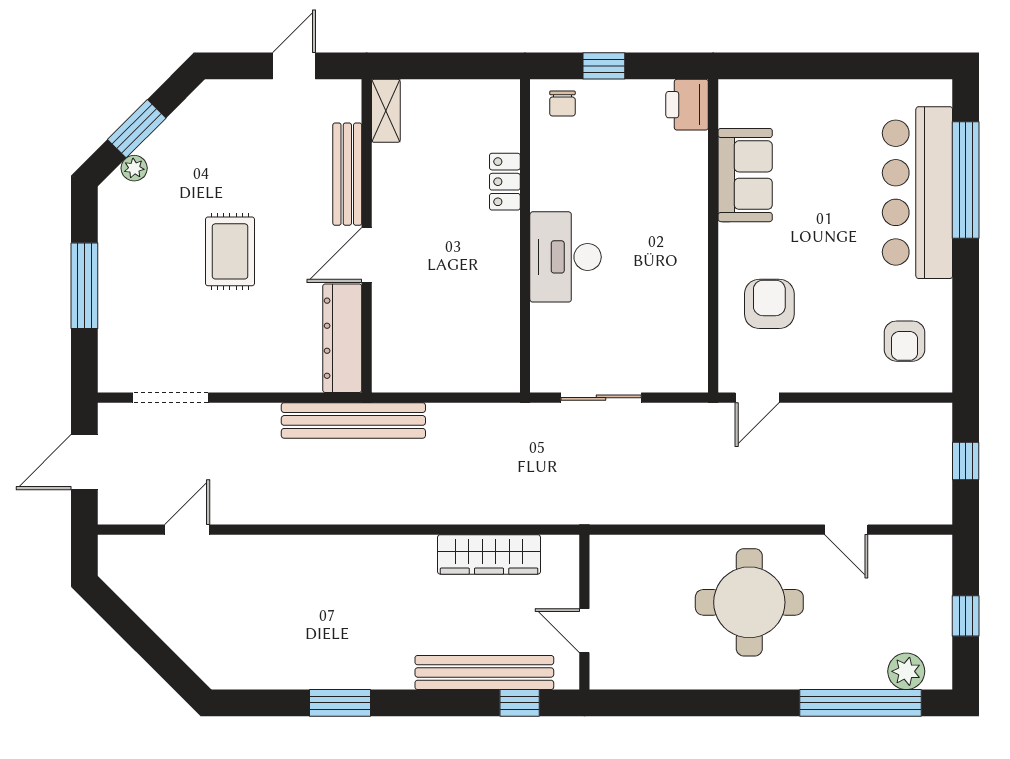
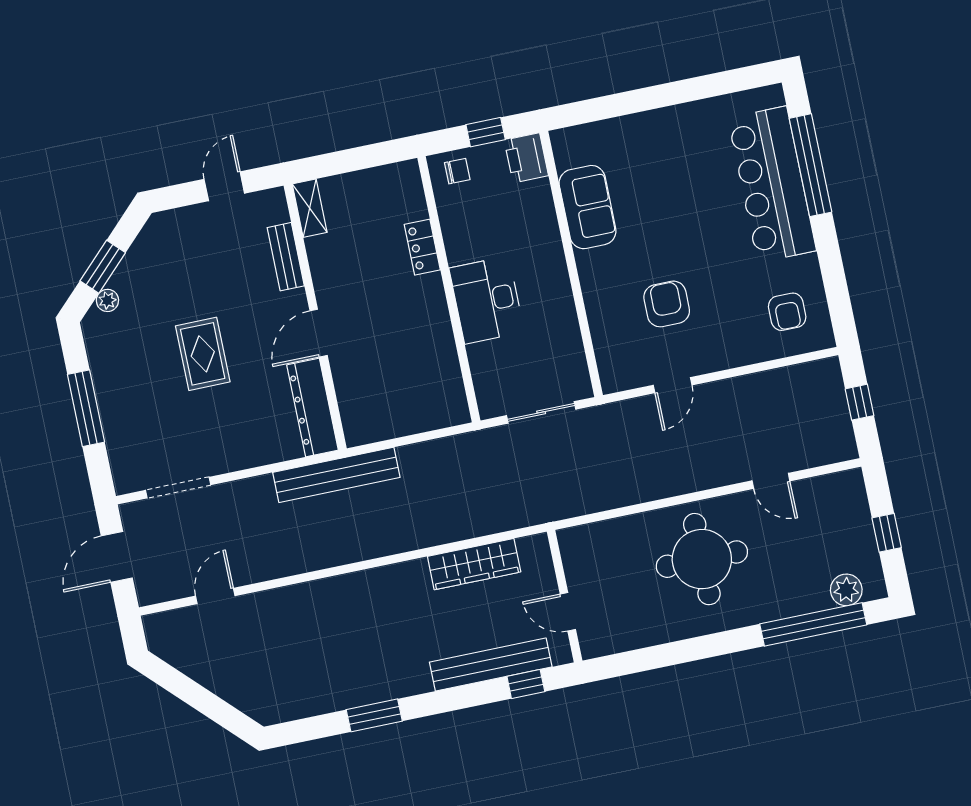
chair: (562, 103) -> (457, 171), turned -90
printer: (687, 105) -> (526, 158), moved
bench: (347, 174) -> (286, 257), width x0.73
sofa: (745, 175) -> (588, 207), moved
wall: (713, 236) -> (571, 264), moved

